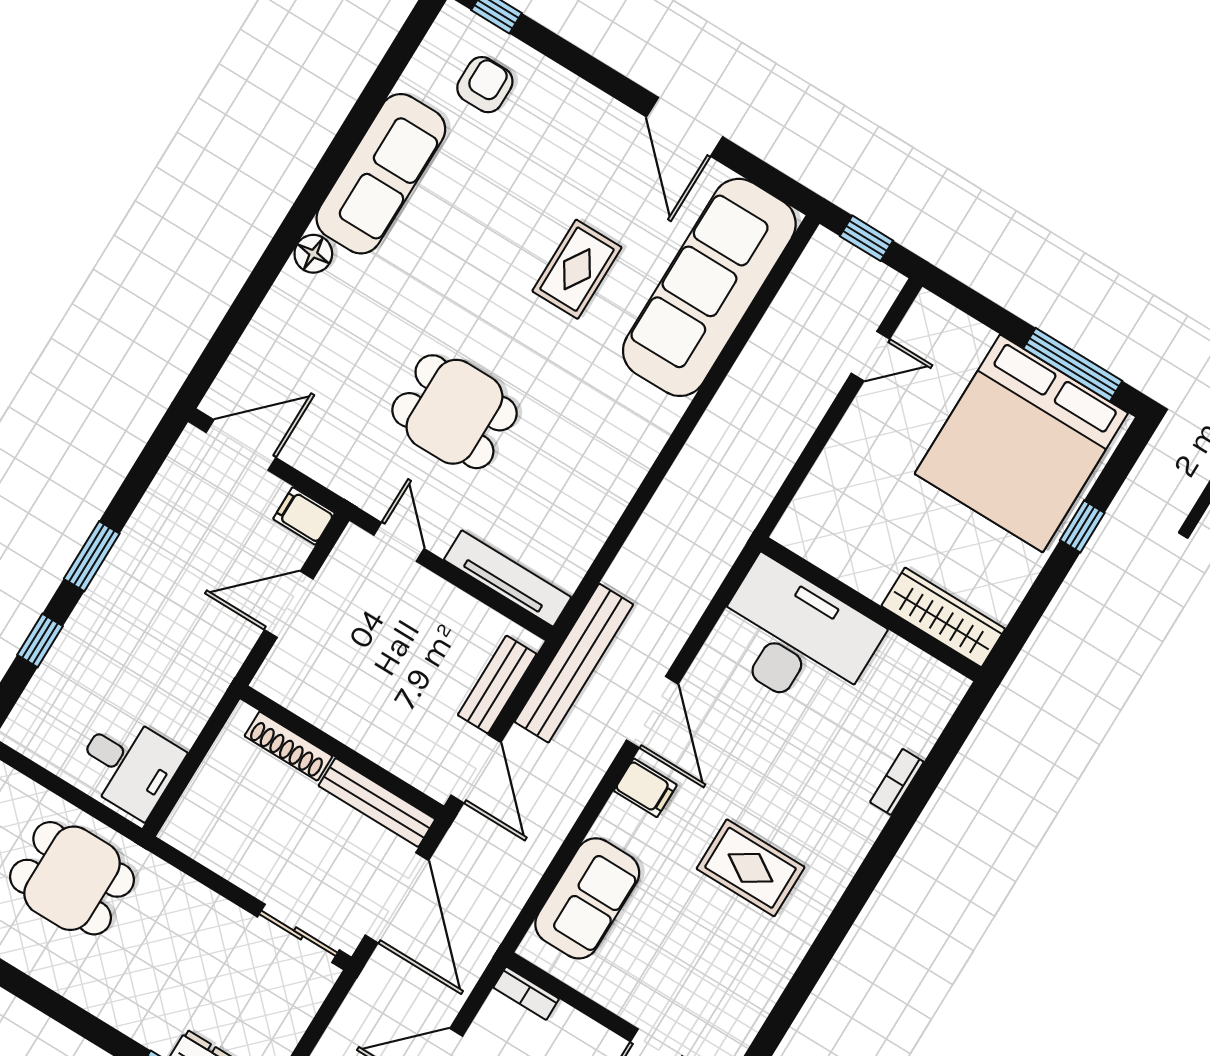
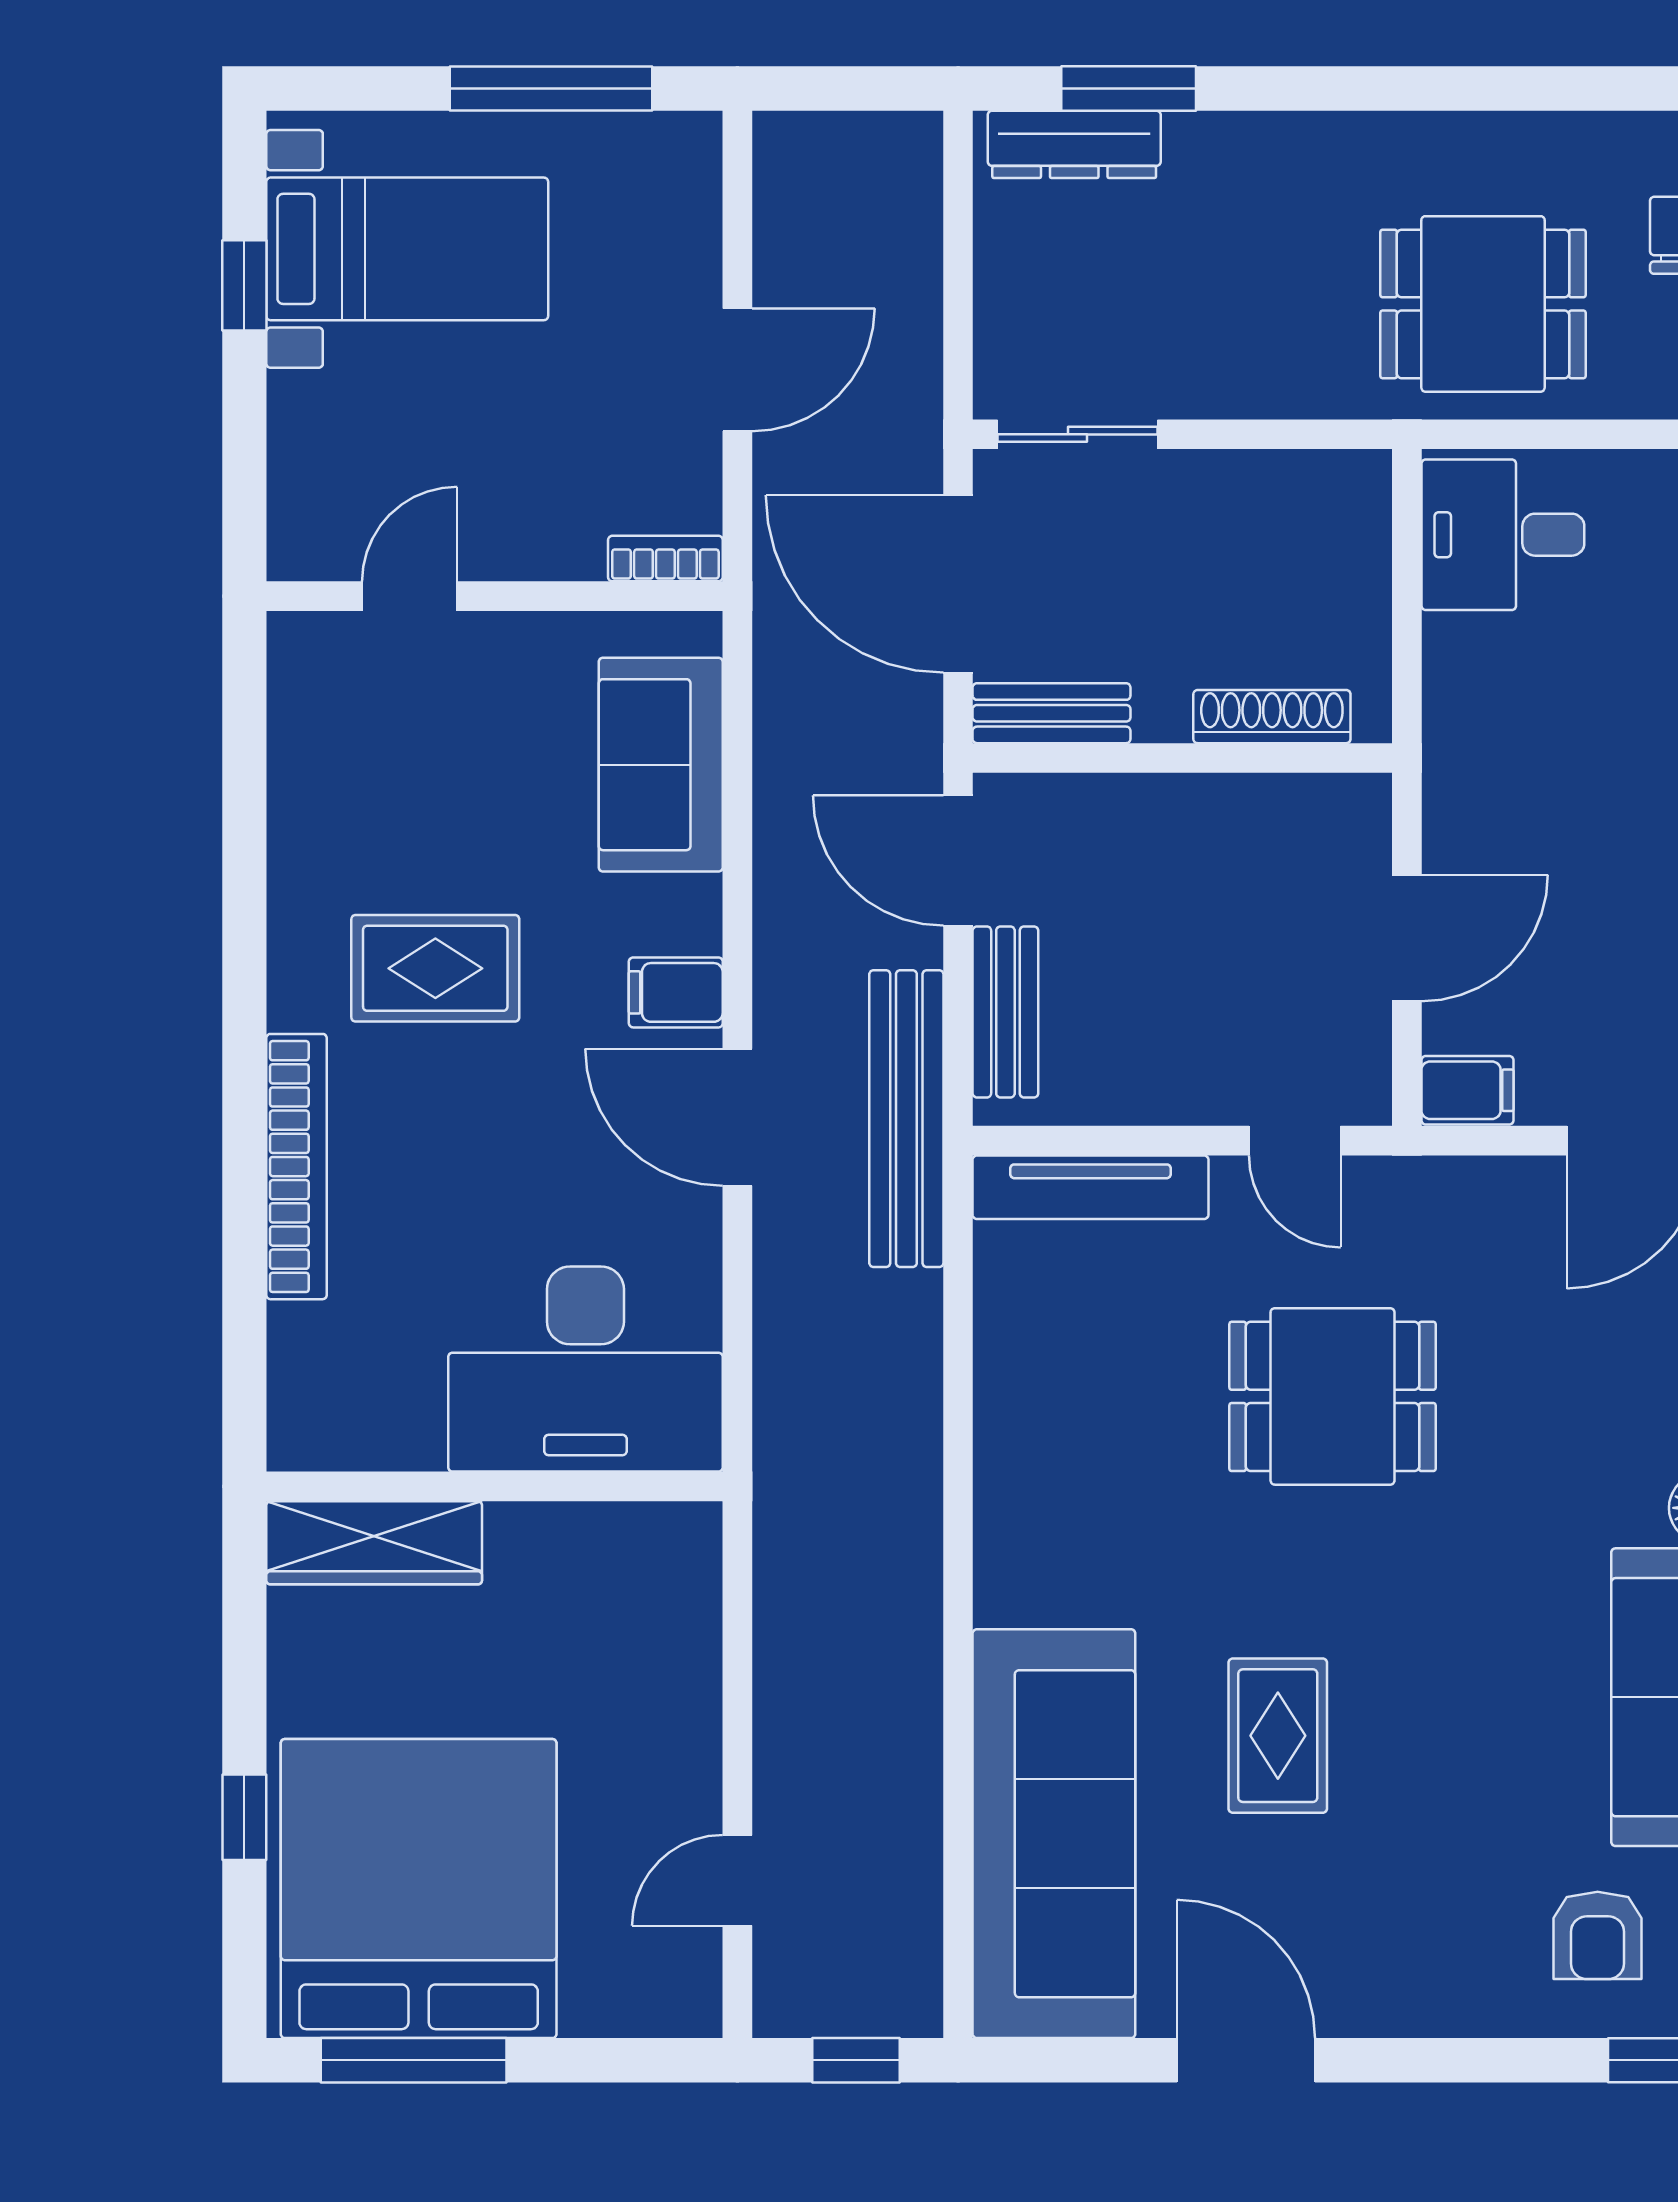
bookcase: (897, 782) -> (297, 1167), width x2.31, depth x1.31
bench: (377, 802) -> (1052, 713), width x0.73

